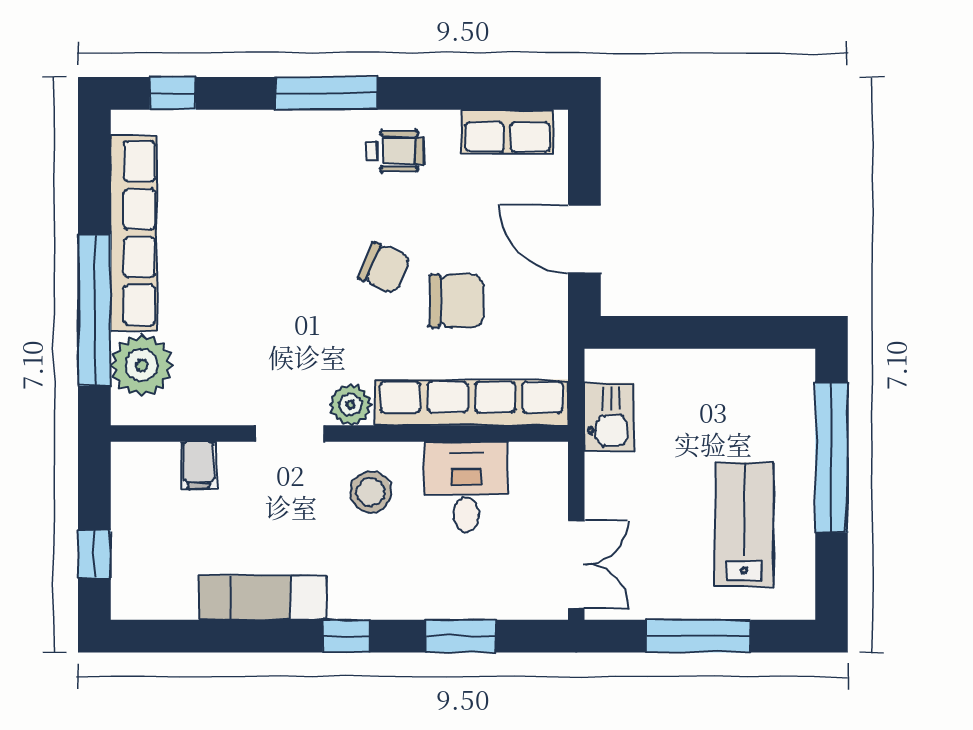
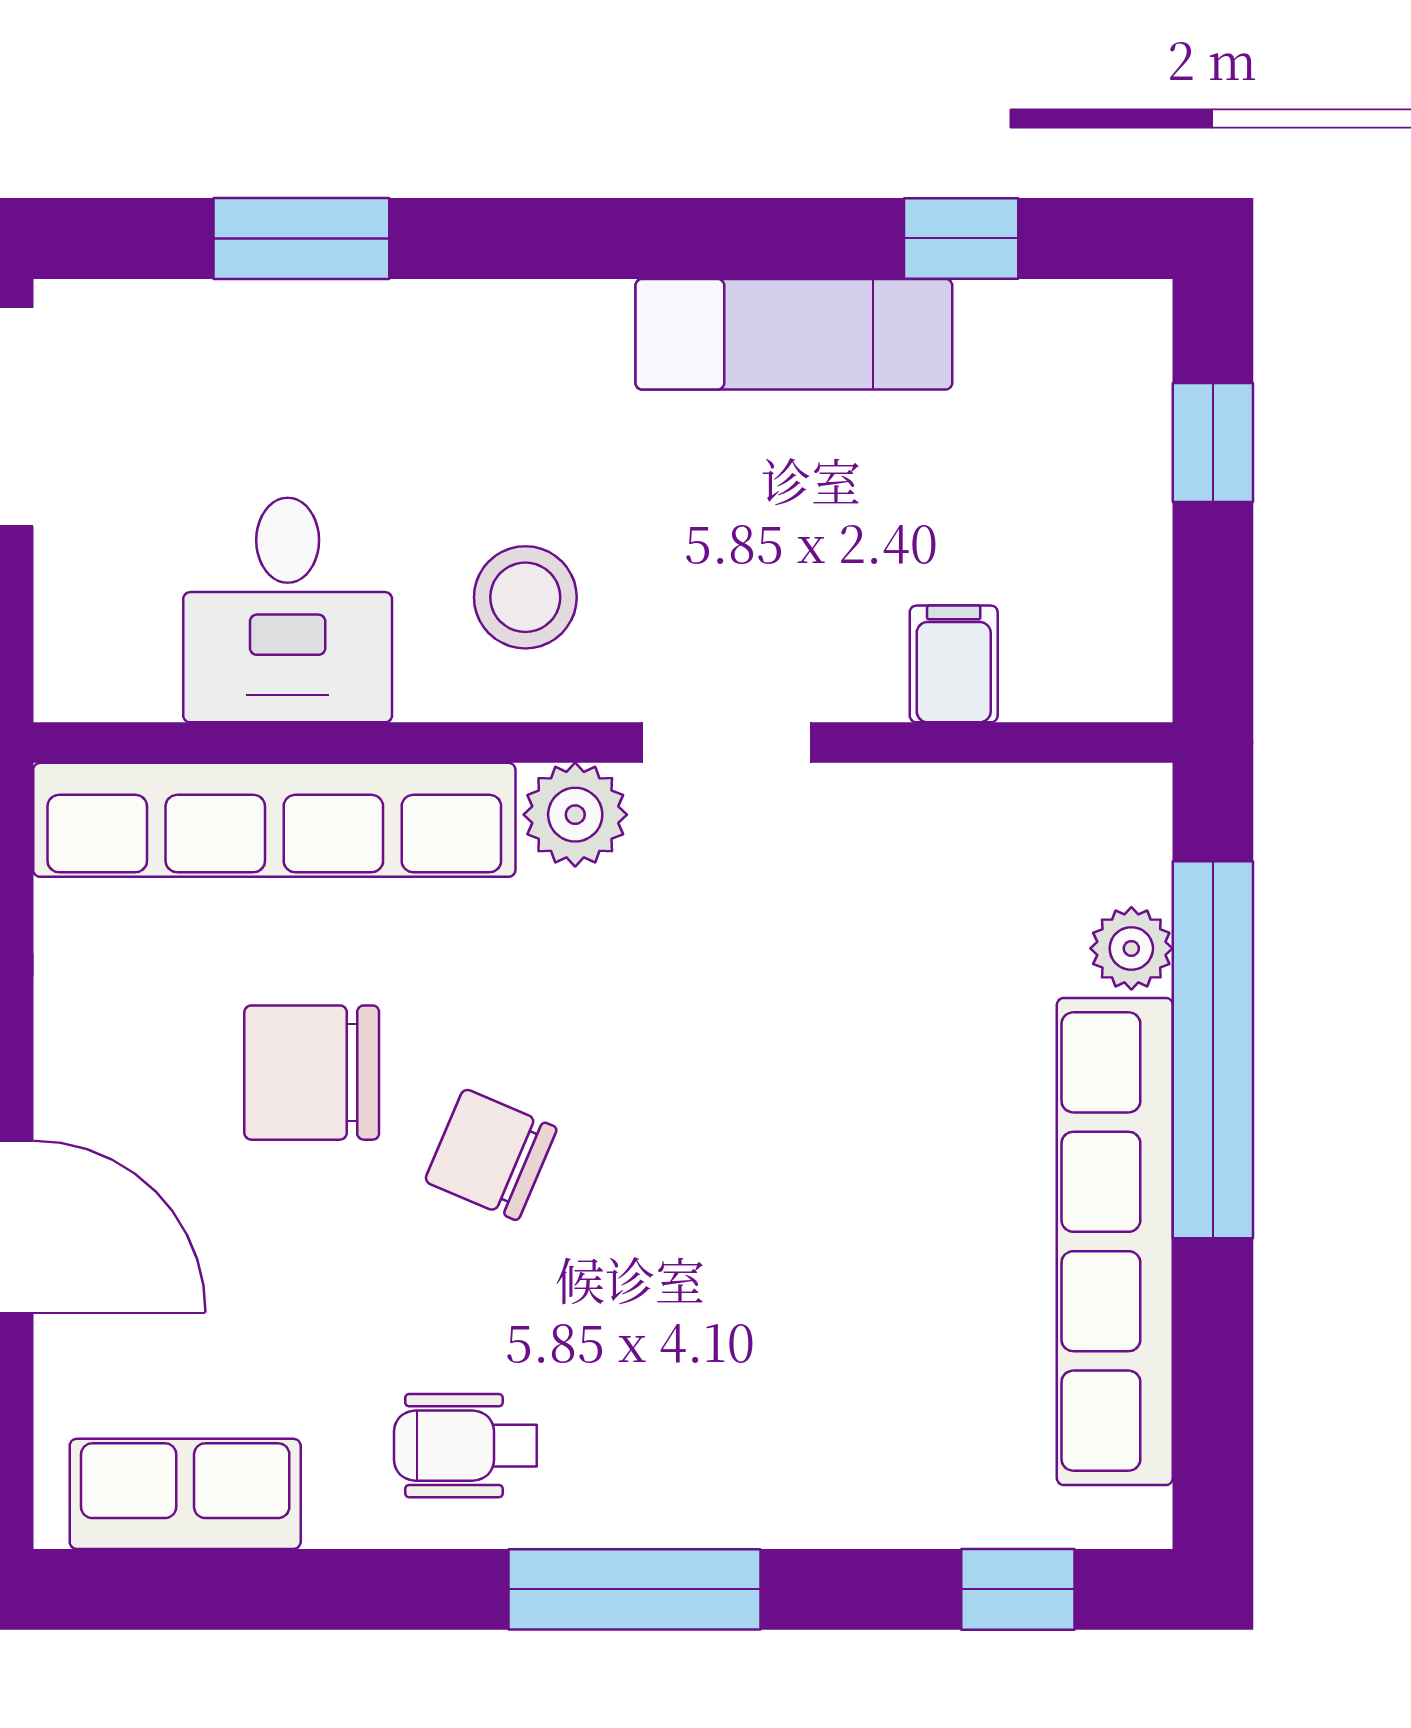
plant: (142, 365) -> (1131, 948), width x0.53, depth x0.53
window: (346, 636) -> (961, 238), moved

